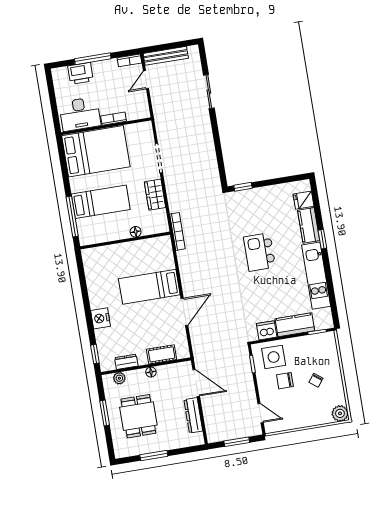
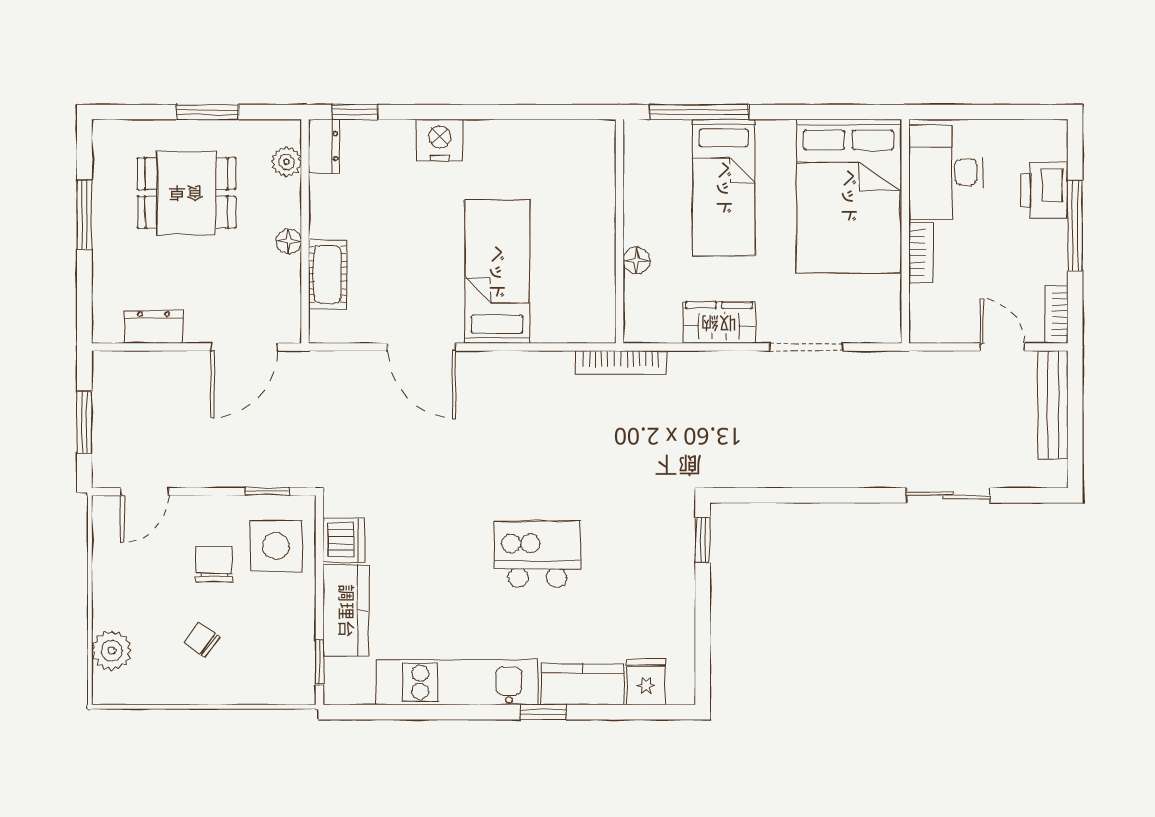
dresser: (126, 362) -> (324, 146), moved
plant: (340, 413) -> (112, 651), moved
dresser: (193, 415) -> (154, 327), width x0.70

